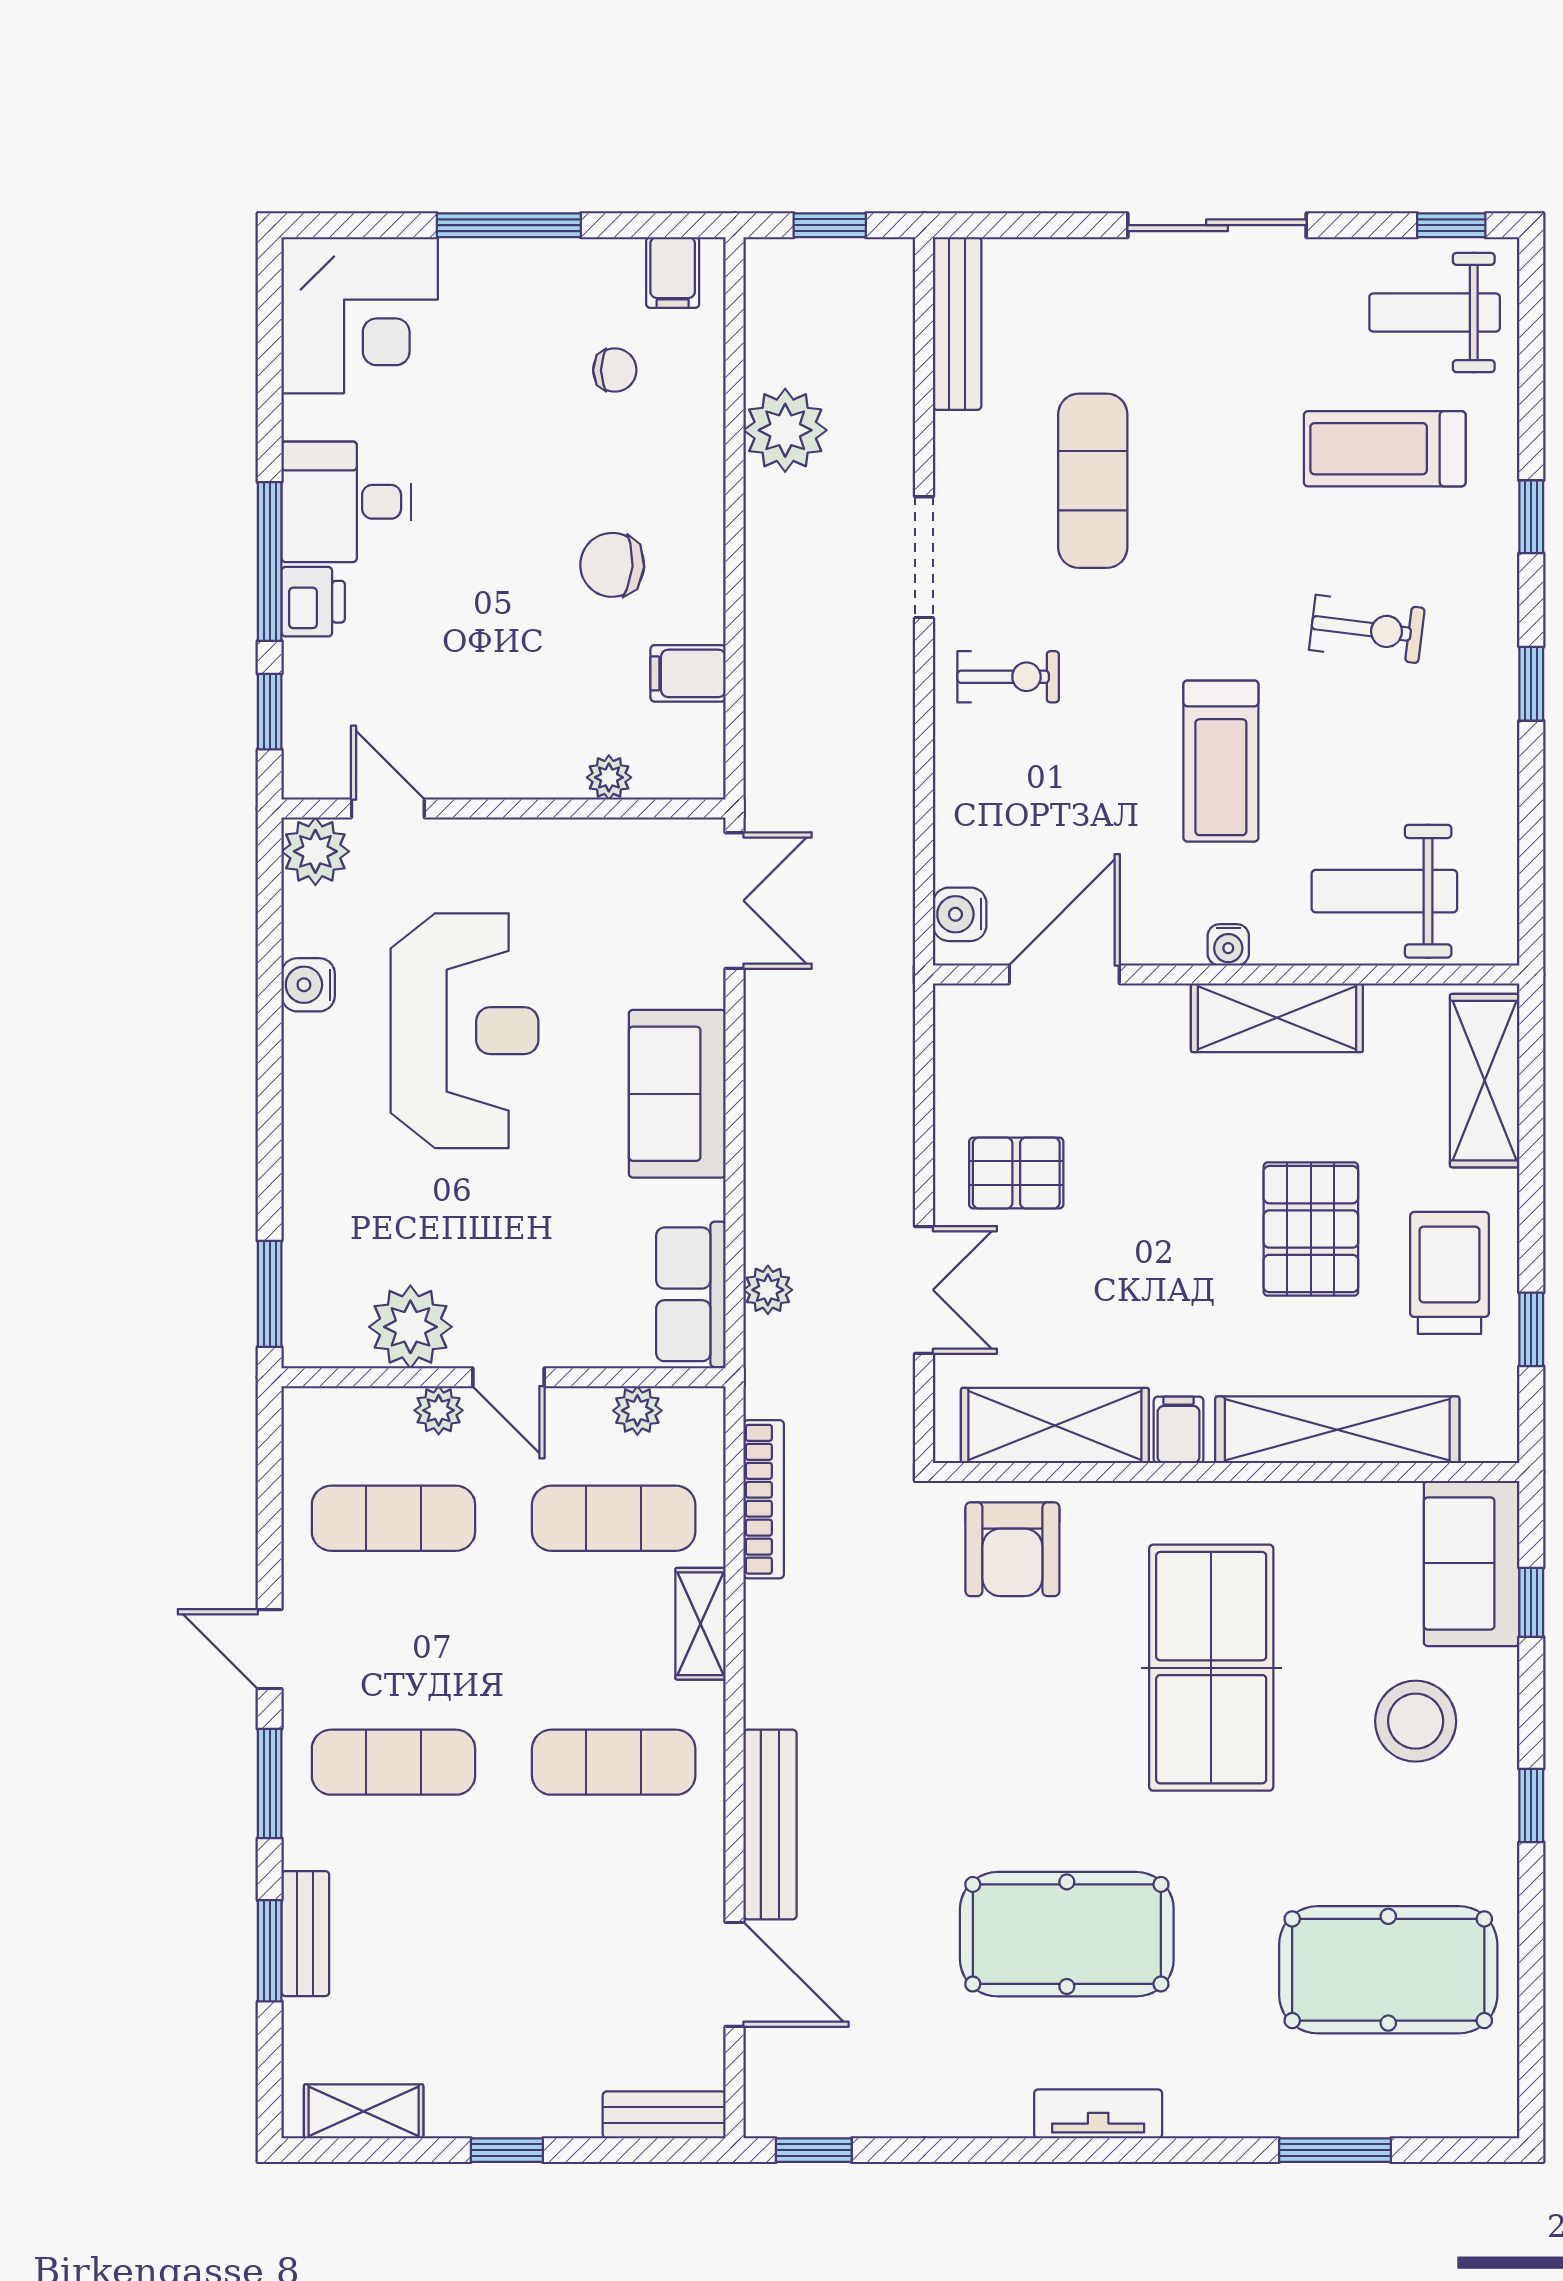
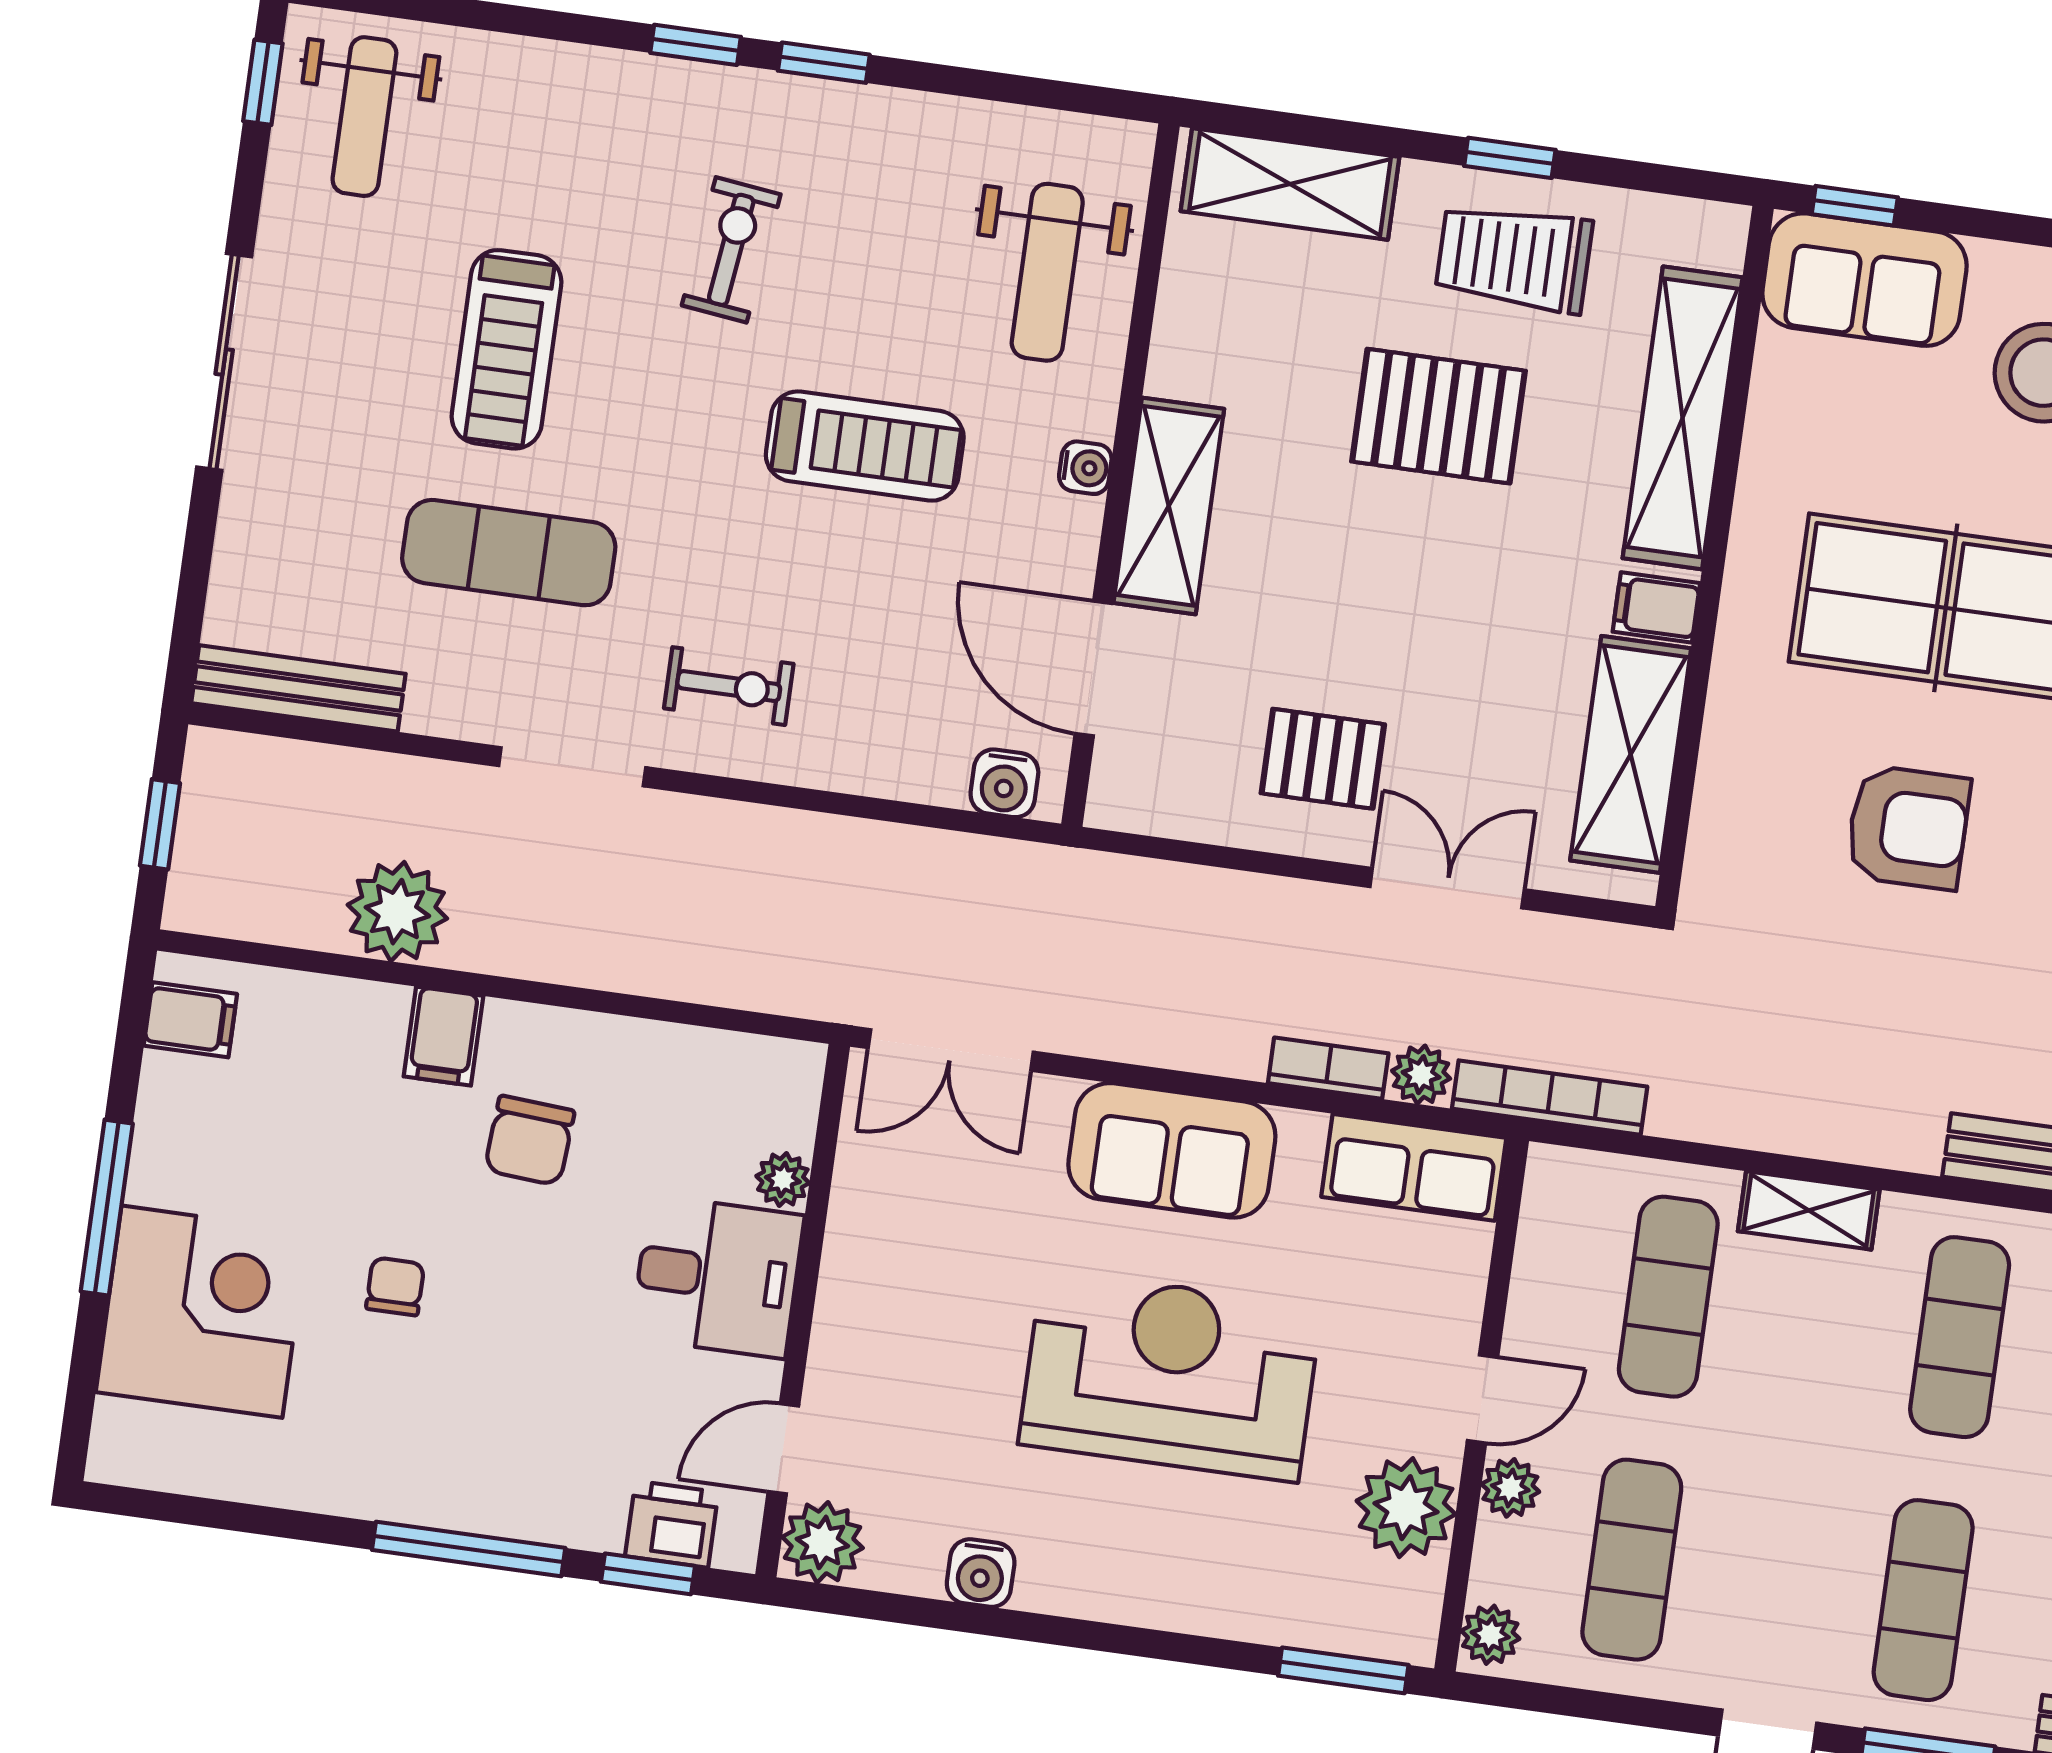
corner desk: (360, 315) -> (202, 1312), moved
chair: (615, 370) -> (395, 1286), moved
treadmill: (1385, 449) -> (506, 349), moved
desk: (346, 502) -> (717, 1277), moved, turned -90
window: (1531, 517) -> (696, 45), moved
printer: (313, 602) -> (672, 1524), moved
filing cabinet: (688, 673) -> (444, 1036), moved
exercise bike: (1008, 677) -> (729, 686), turned 90
double door: (735, 901) -> (951, 1050), swing flipped
shelving: (1277, 1018) -> (1169, 506), moved
reception desk: (464, 1031) -> (1170, 1375), moved
pallet: (1016, 1173) -> (1323, 759), turned 90
bookcase: (763, 1213) -> (1328, 1068), added
window: (1531, 1329) -> (1510, 158), moved
plant: (637, 1411) -> (1490, 1635), moved
bookcase: (764, 1499) -> (1550, 1098), moved
armchair: (1012, 1549) -> (1908, 827), moved
window: (1531, 1602) -> (1855, 206), moved

